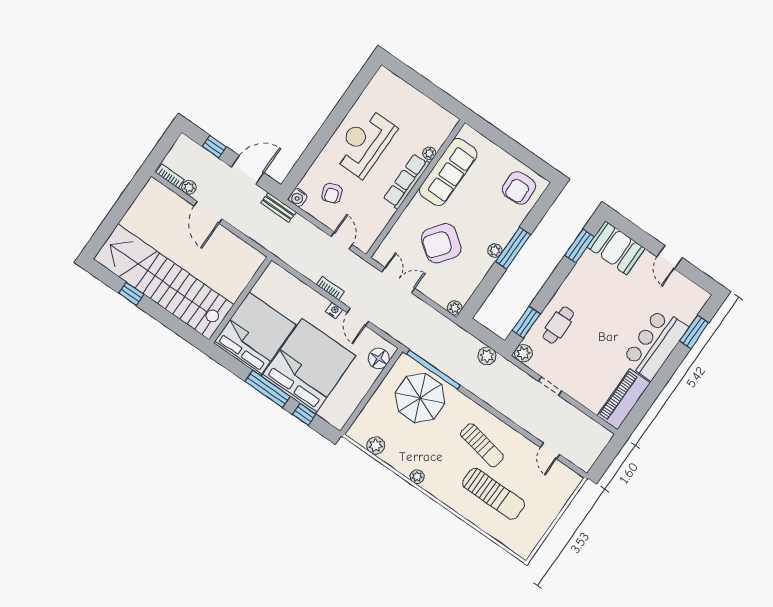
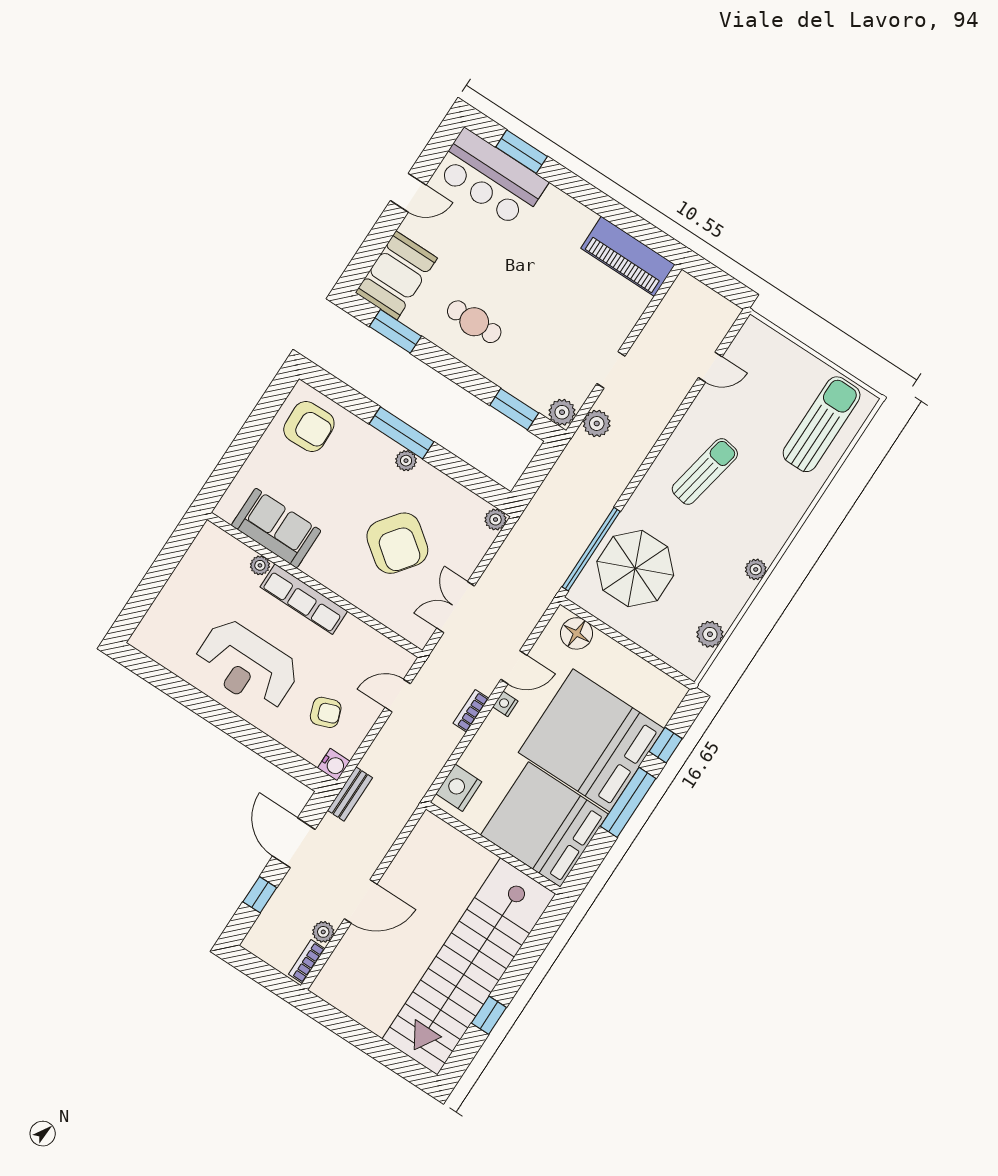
sofa: (448, 172) -> (276, 528), width x0.73
nightstand: (280, 279) -> (459, 788), added
cafe table: (558, 325) -> (474, 322), moved
bar counter: (655, 344) -> (491, 178), moved
plant: (487, 356) -> (597, 423), moved
sun lounger: (493, 494) -> (822, 424), moved

